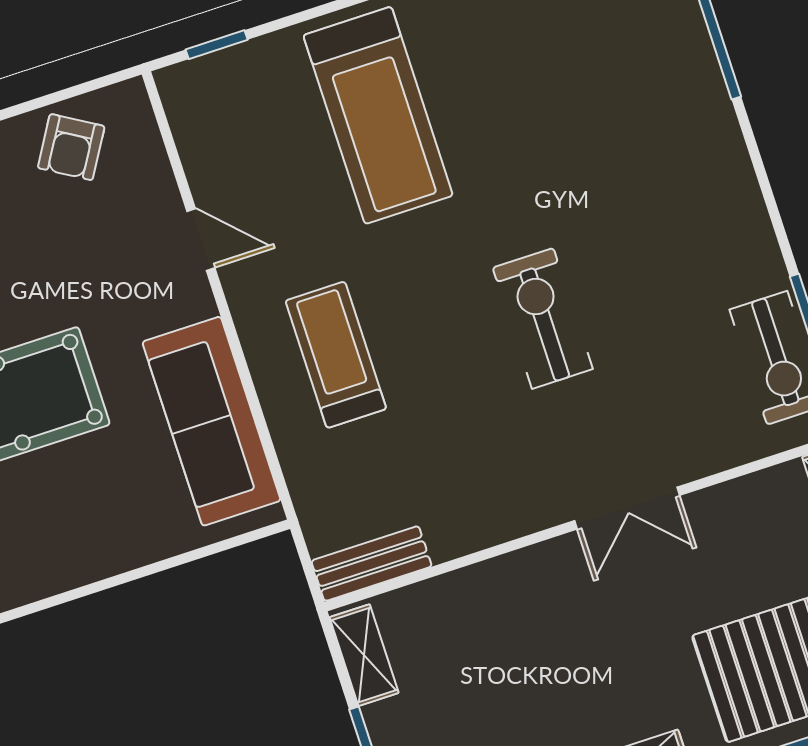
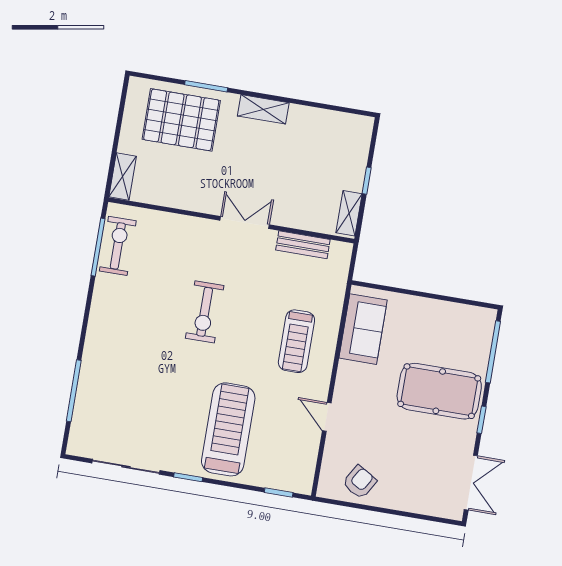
sofa: (212, 421) -> (363, 329), width x0.73
double door: (627, 508) -> (245, 223), moved
bench: (372, 564) -> (303, 245), moved

